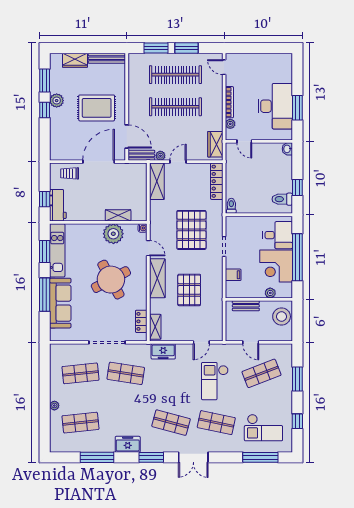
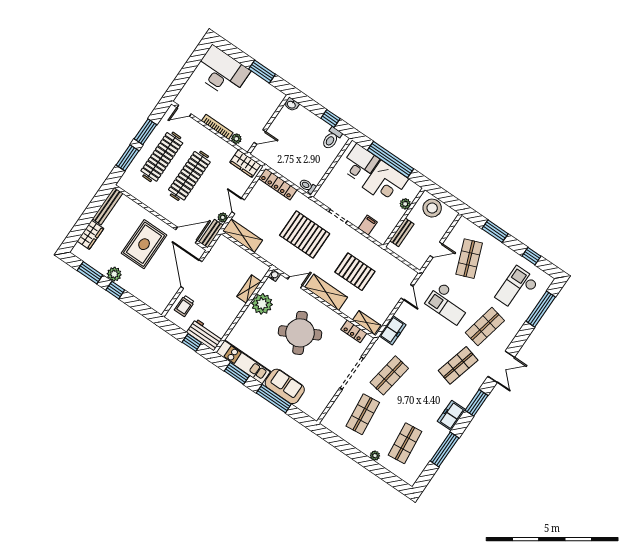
desk: (275, 106) -> (222, 72), moved
sofa: (60, 303) -> (285, 386), width x0.73
checkout: (263, 428) -> (517, 289), turned 180

